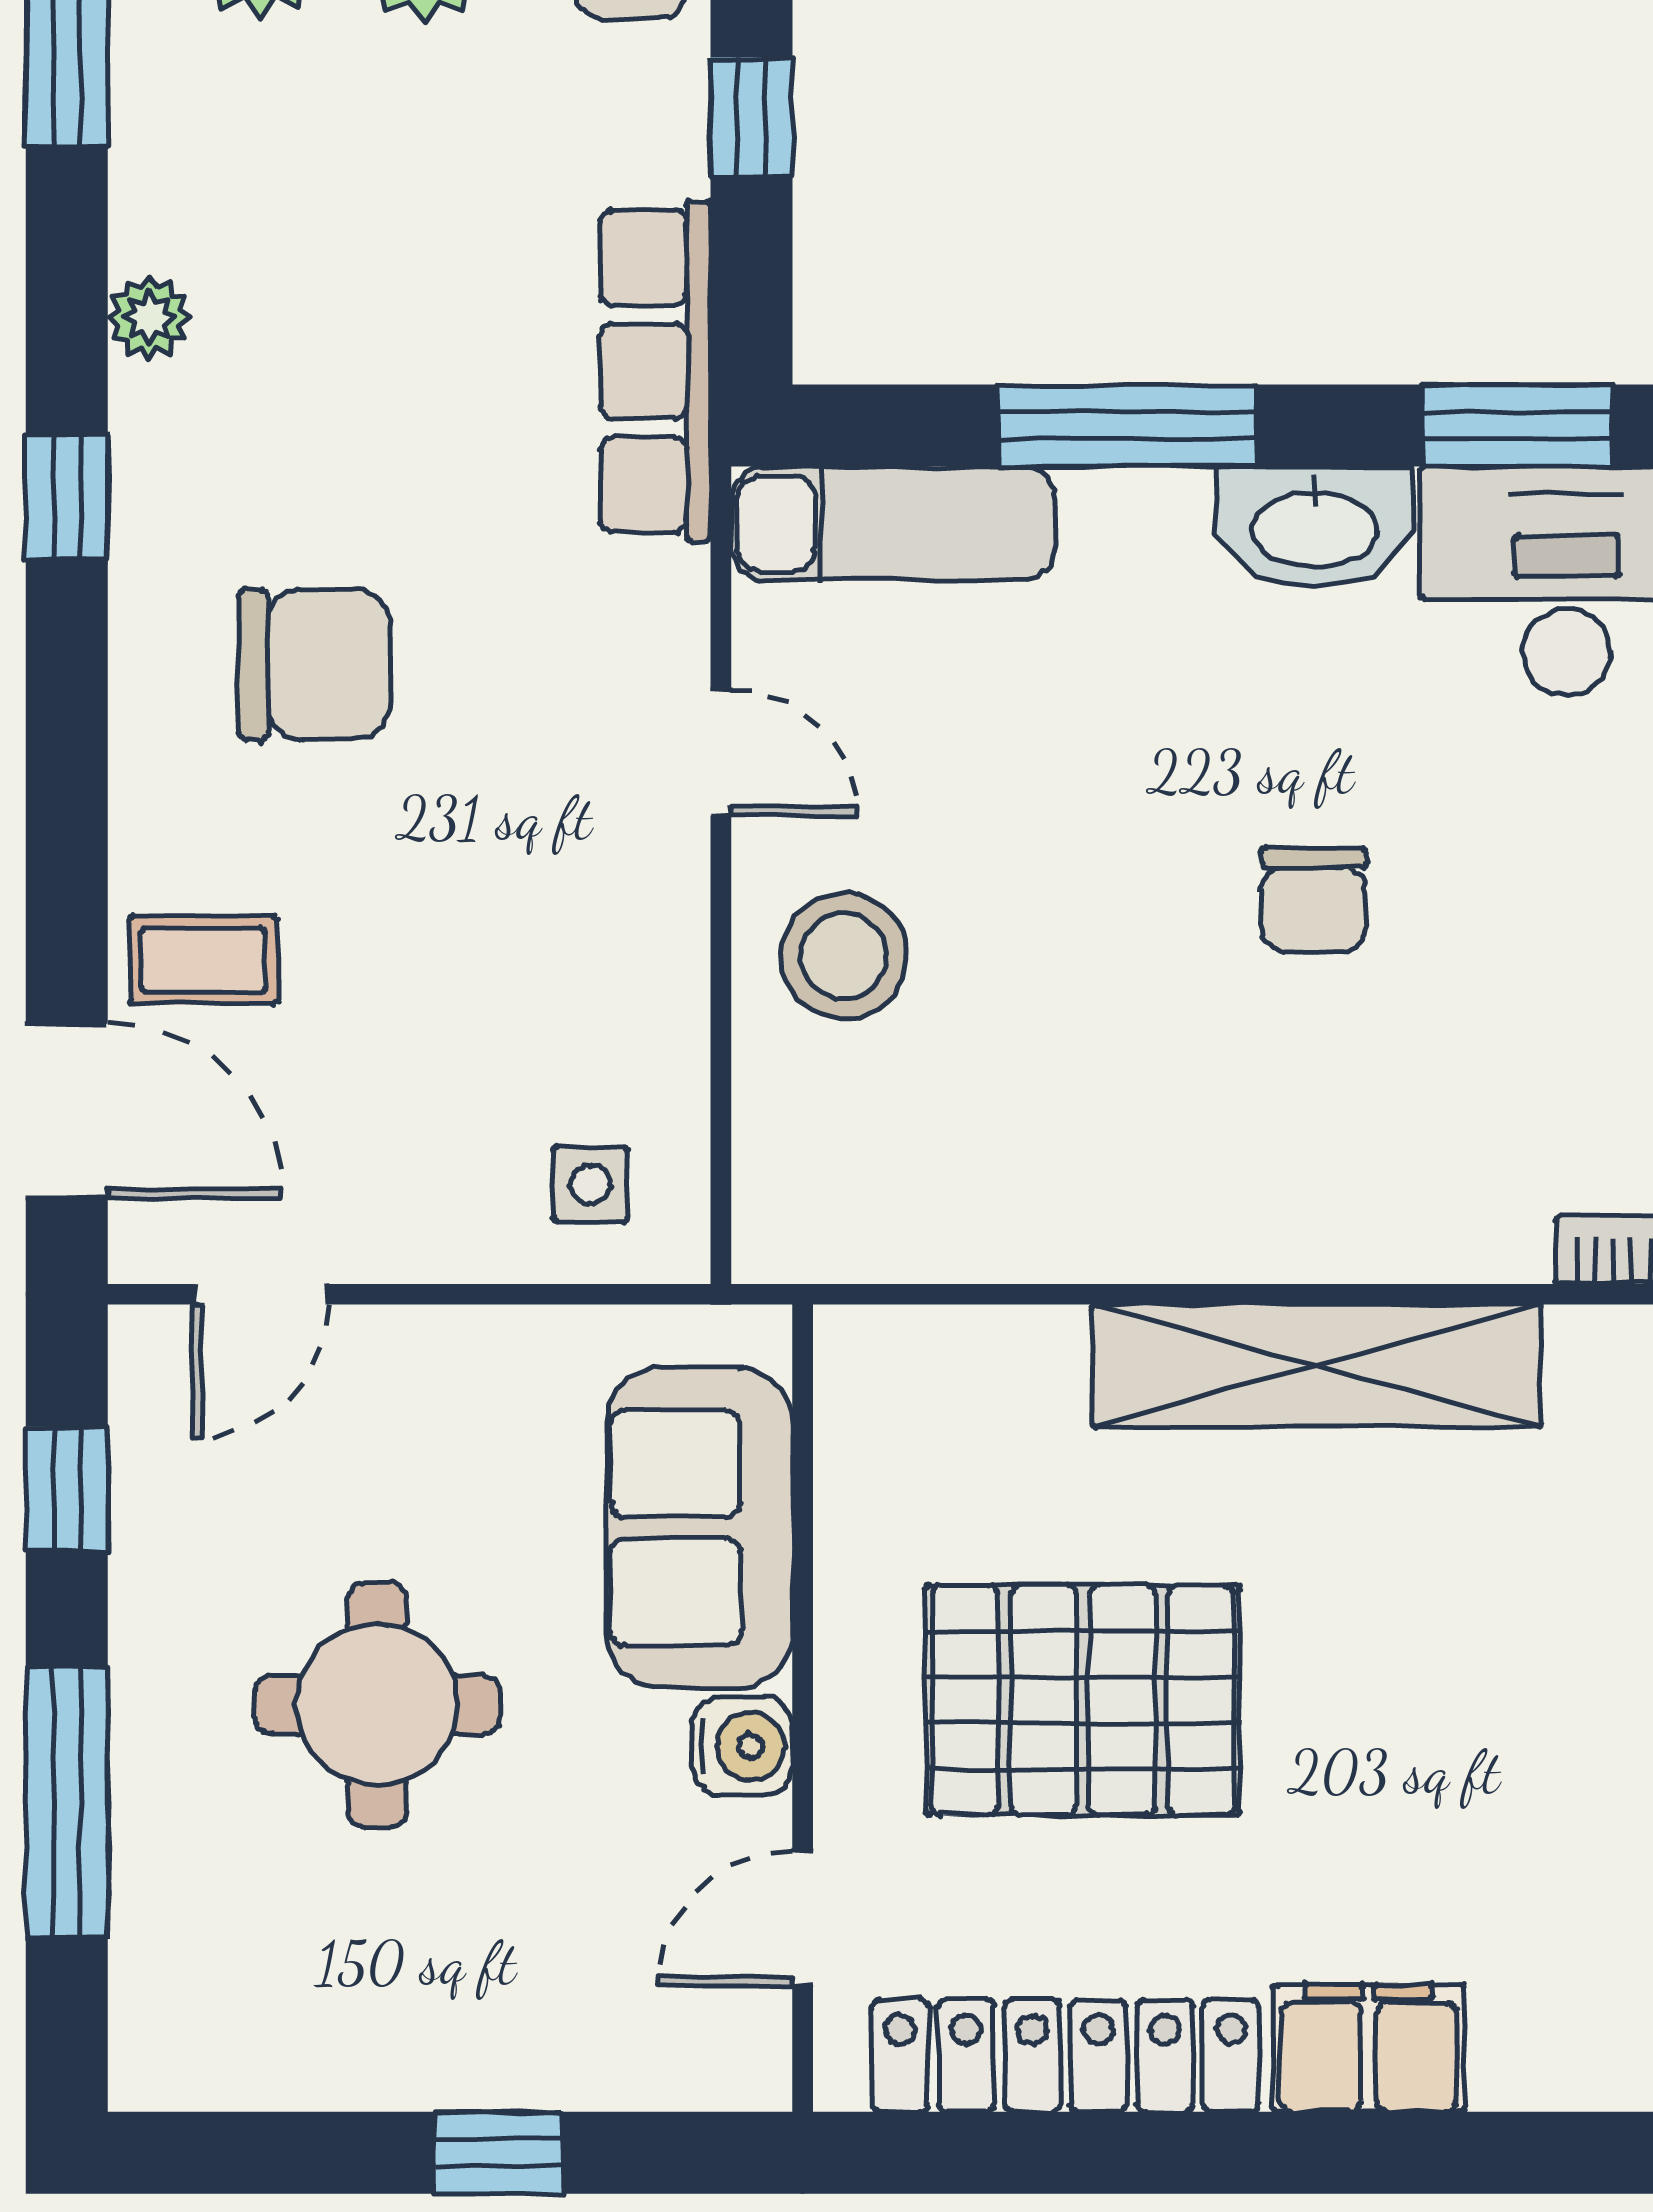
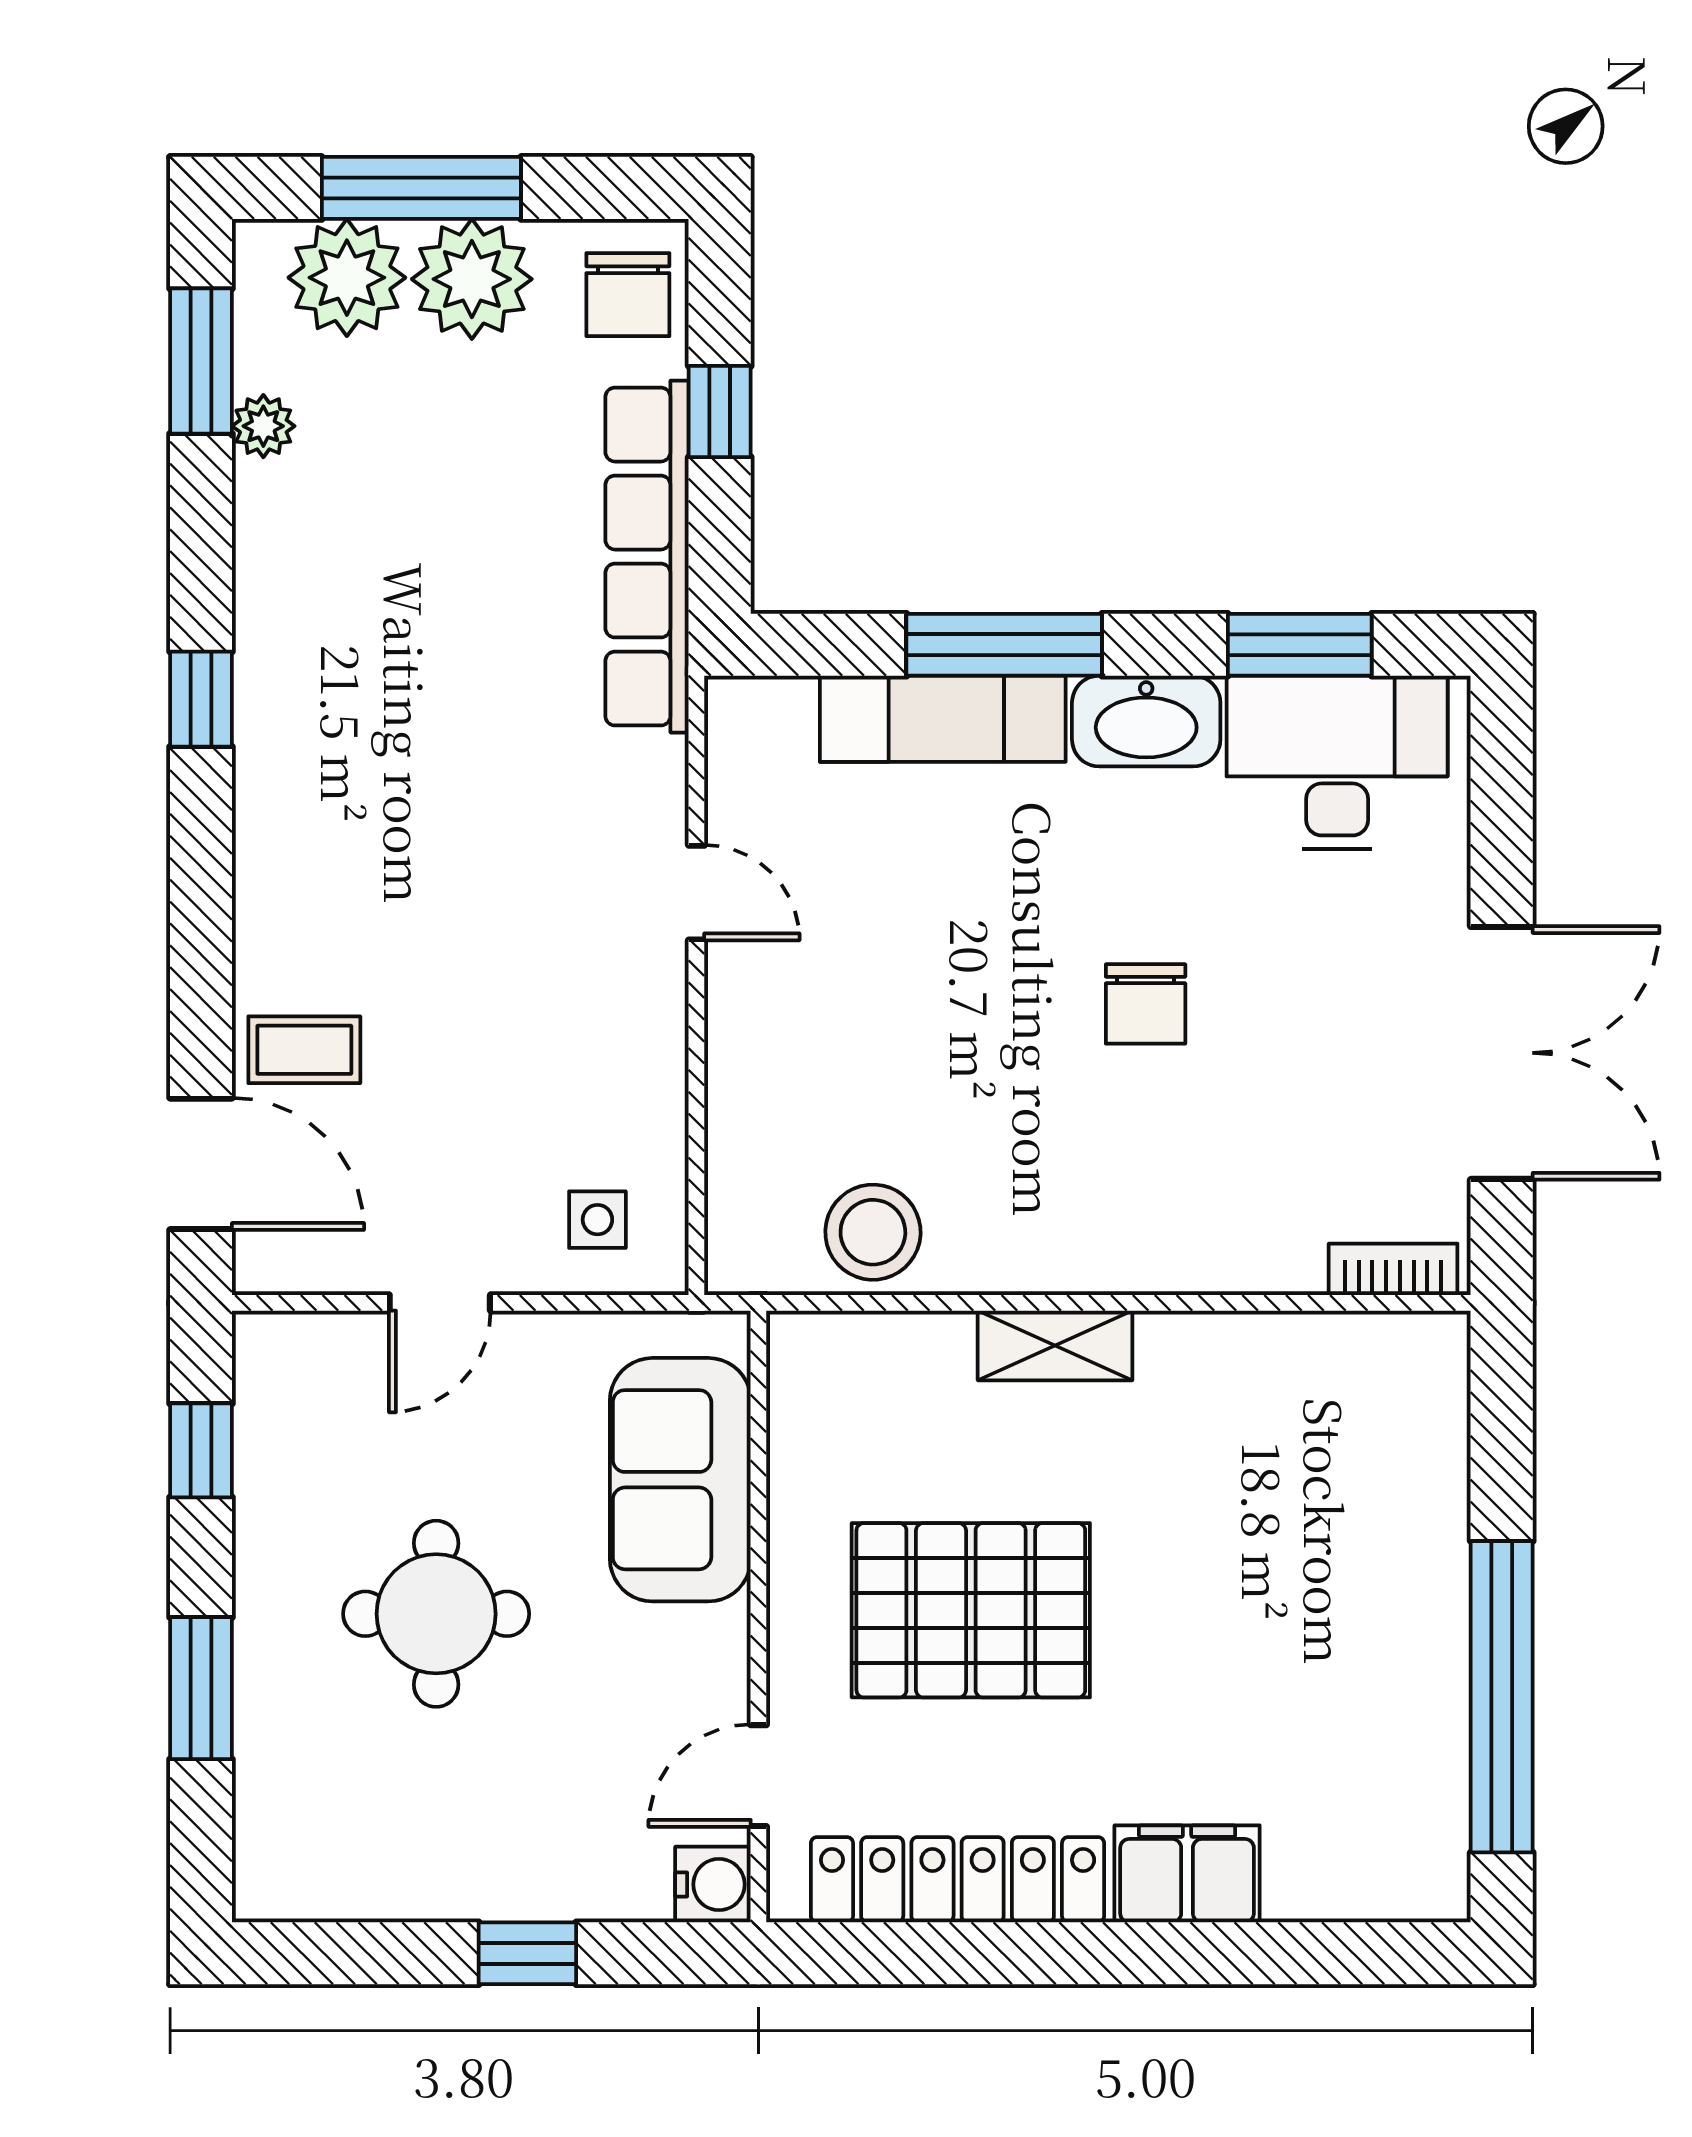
plant: (149, 318) -> (263, 426), moved
row of seats: (656, 371) -> (647, 557), width x1.36
exam couch: (893, 523) -> (943, 719), moved
chair: (314, 664) -> (388, 826), removed
stool: (844, 956) -> (873, 1232), moved
door: (260, 1294) -> (440, 1303), moved
shelving: (1317, 1366) -> (1055, 1345), width x0.45, depth x0.75
water cooler: (743, 1746) -> (713, 1884), moved
window: (67, 1803) -> (201, 1688), width x0.69

